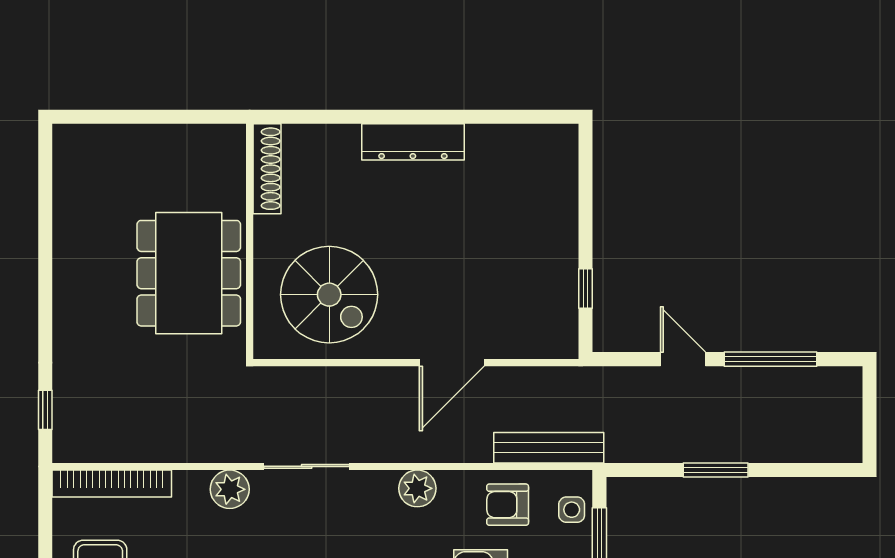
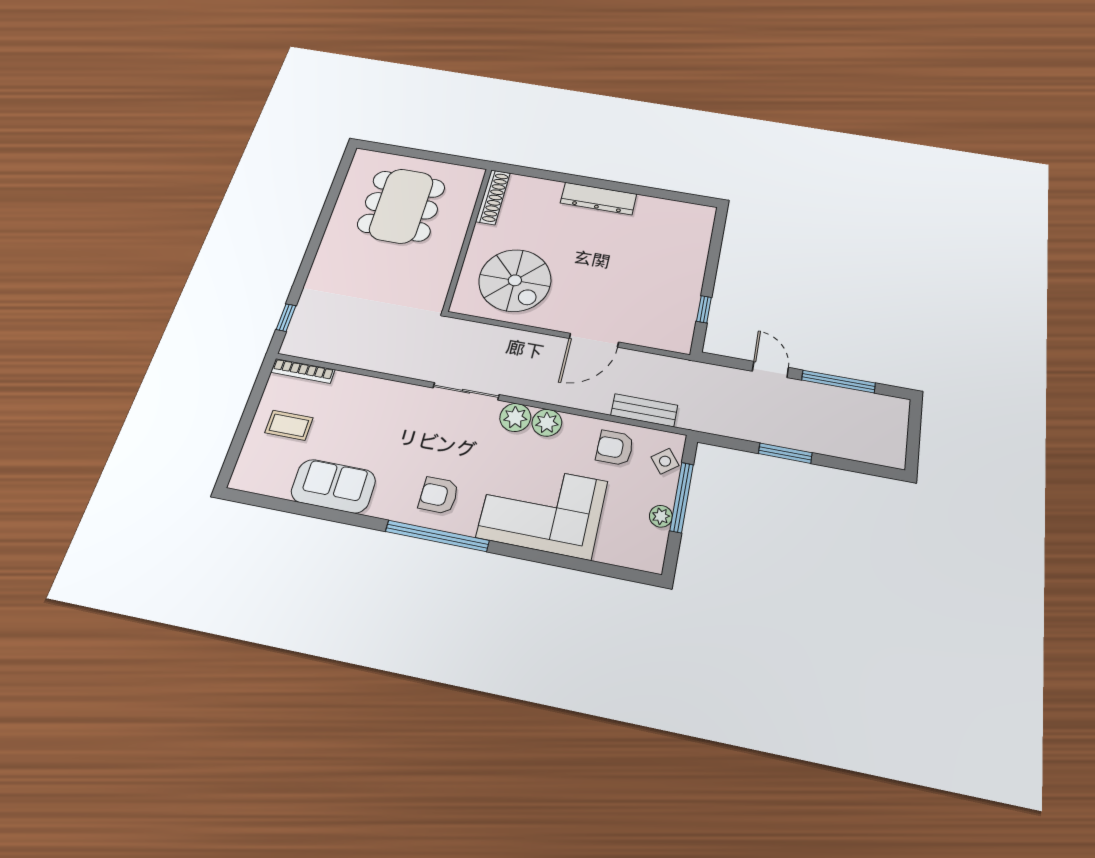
dining table: (189, 273) -> (401, 206), moved
bench: (549, 448) -> (644, 410), width x0.73
bookcase: (112, 483) -> (303, 371), width x0.68, depth x0.76
plant: (230, 489) -> (515, 417), moved
side table: (572, 510) -> (665, 461), turned -38

